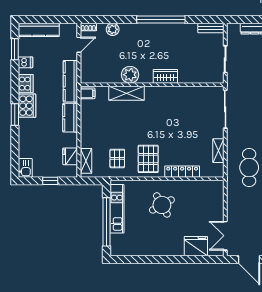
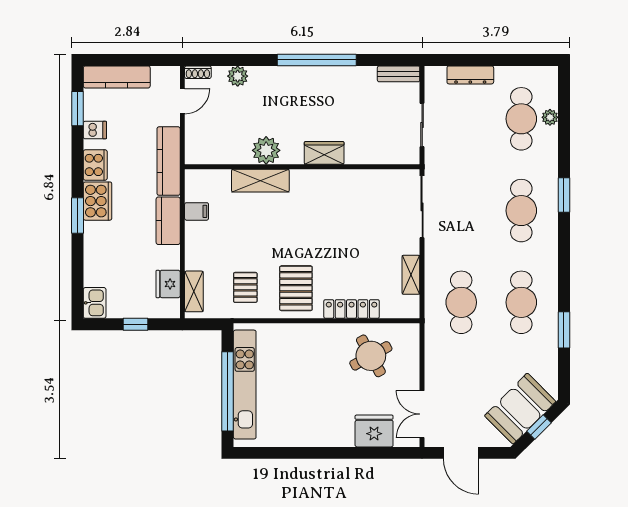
filing cabinet: (88, 93) -> (197, 211), moved
round table: (162, 205) -> (371, 356), moved
kitchen unit: (117, 209) -> (245, 385), width x1.36

